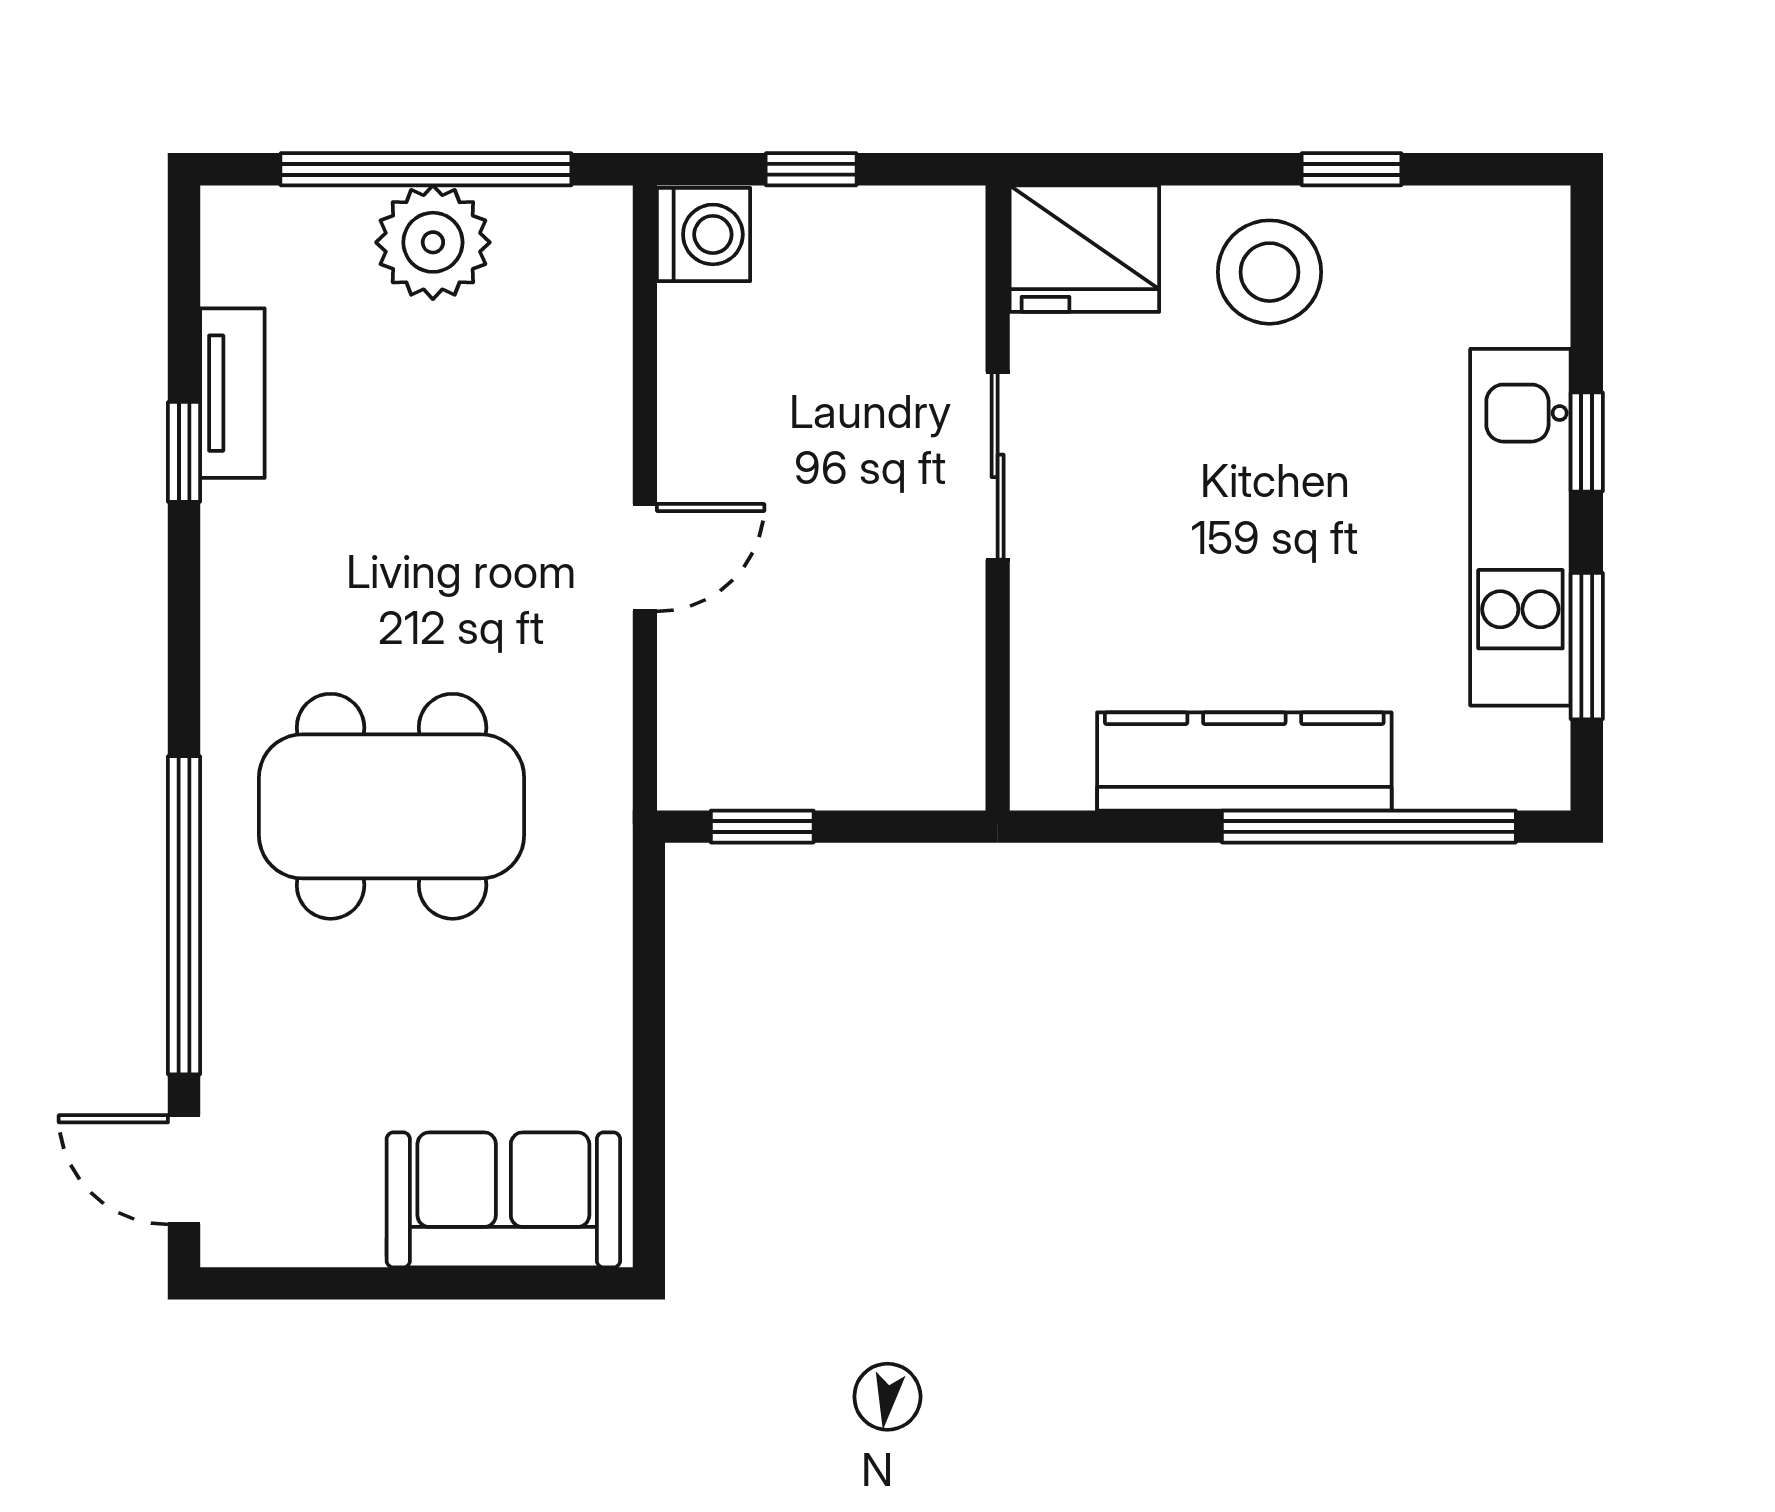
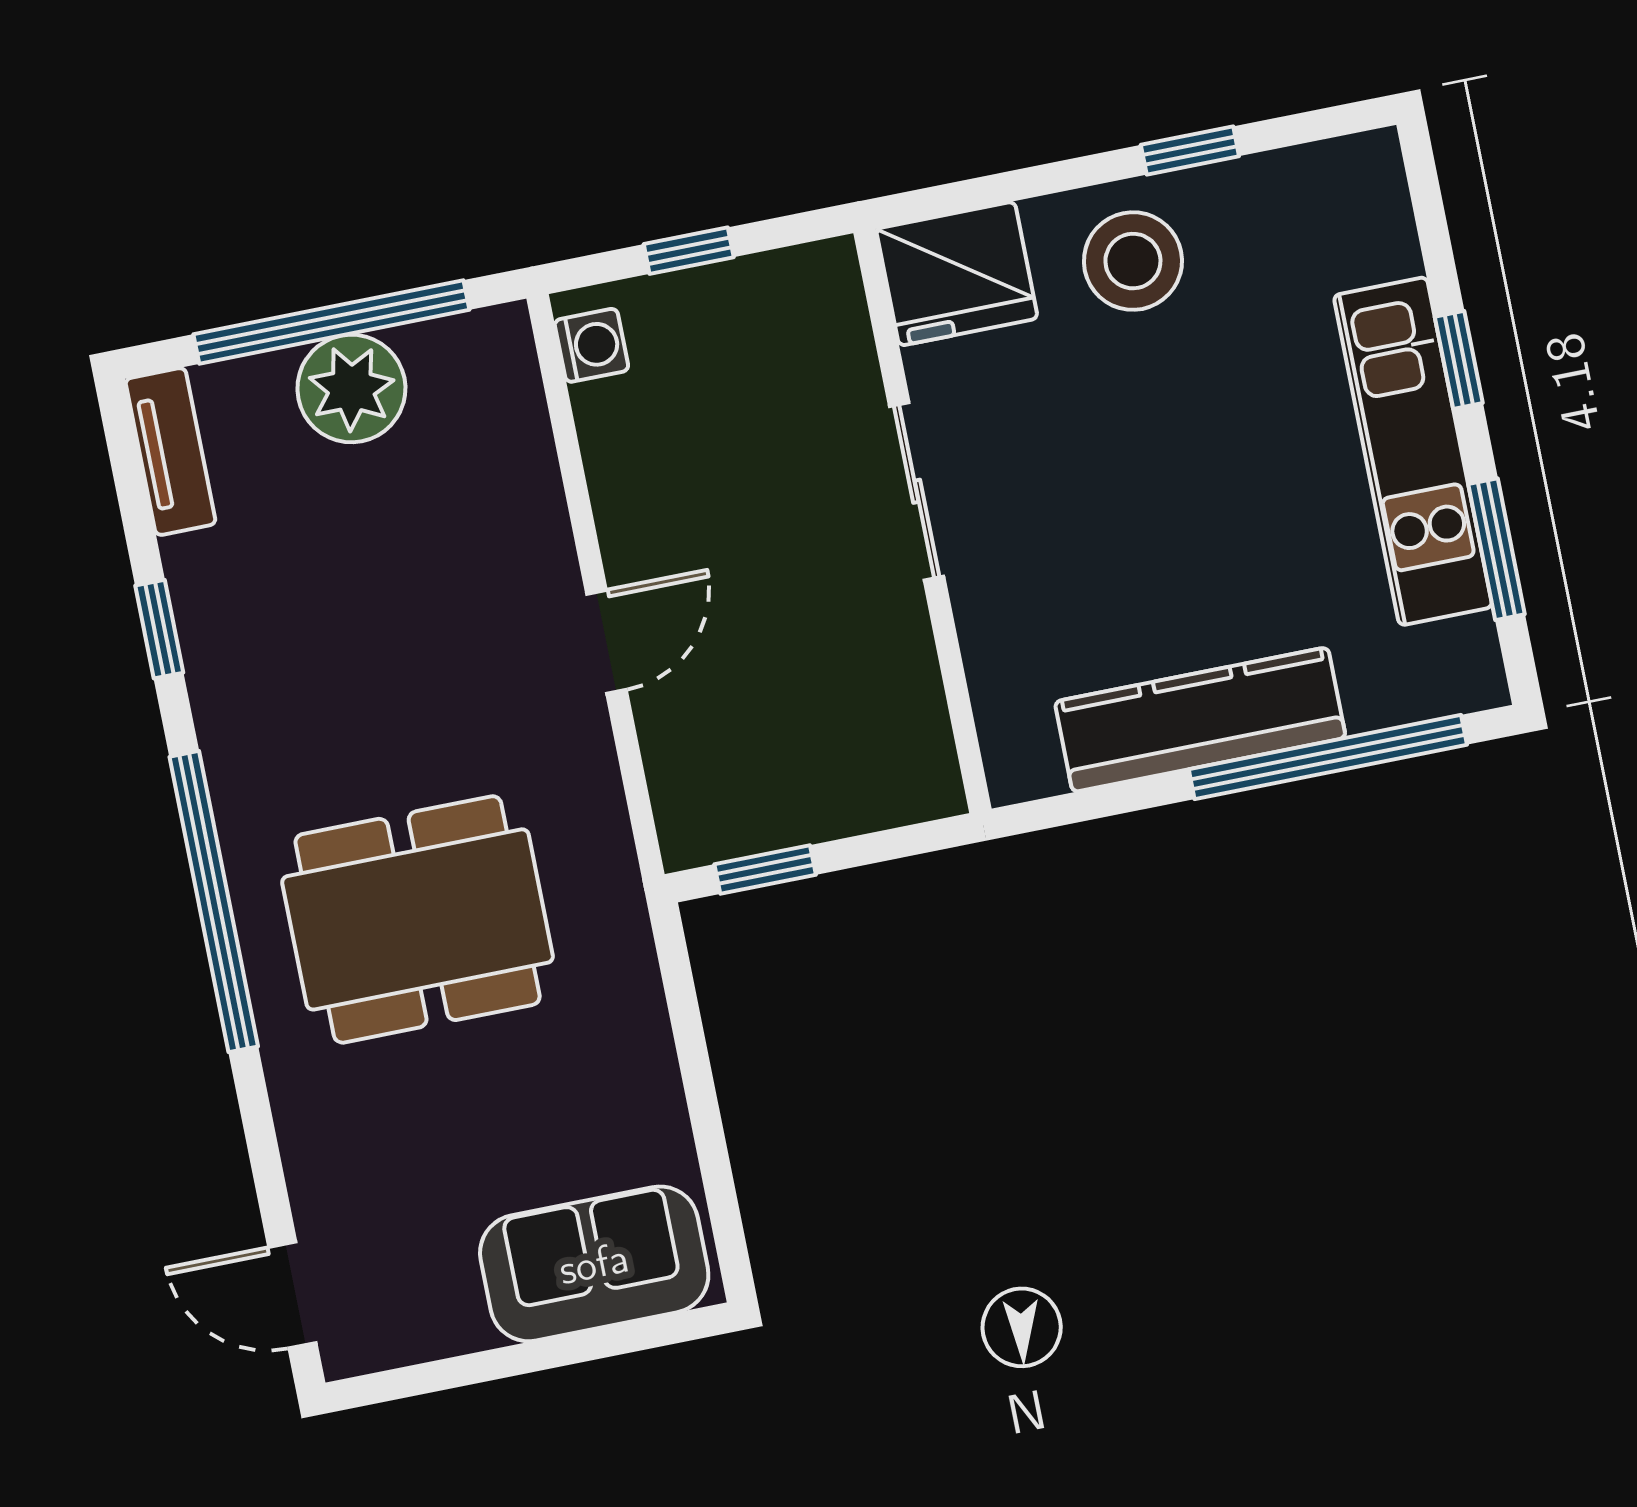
washing machine: (704, 234) -> (591, 345), width x0.73, depth x0.73
tv unit: (232, 393) -> (170, 451), moved
window: (184, 915) -> (214, 902), moved

